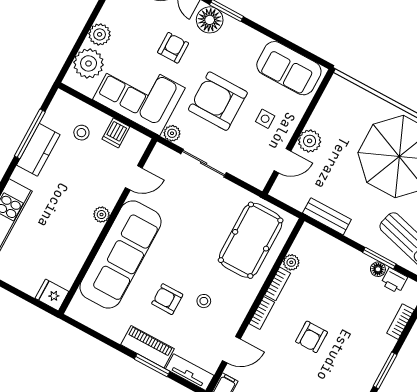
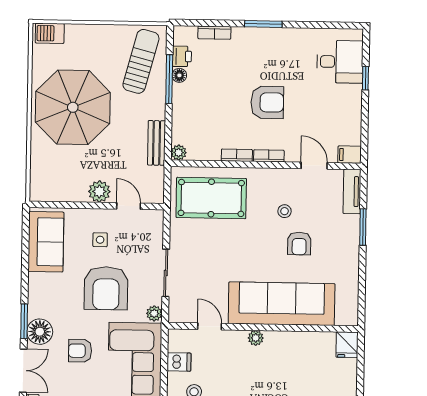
window: (379, 258) -> (169, 79), width x1.44
plant: (291, 262) -> (179, 153), moved
armchair: (311, 337) -> (267, 102), width x1.38, depth x1.38
piano: (148, 347) -> (349, 239), removed

